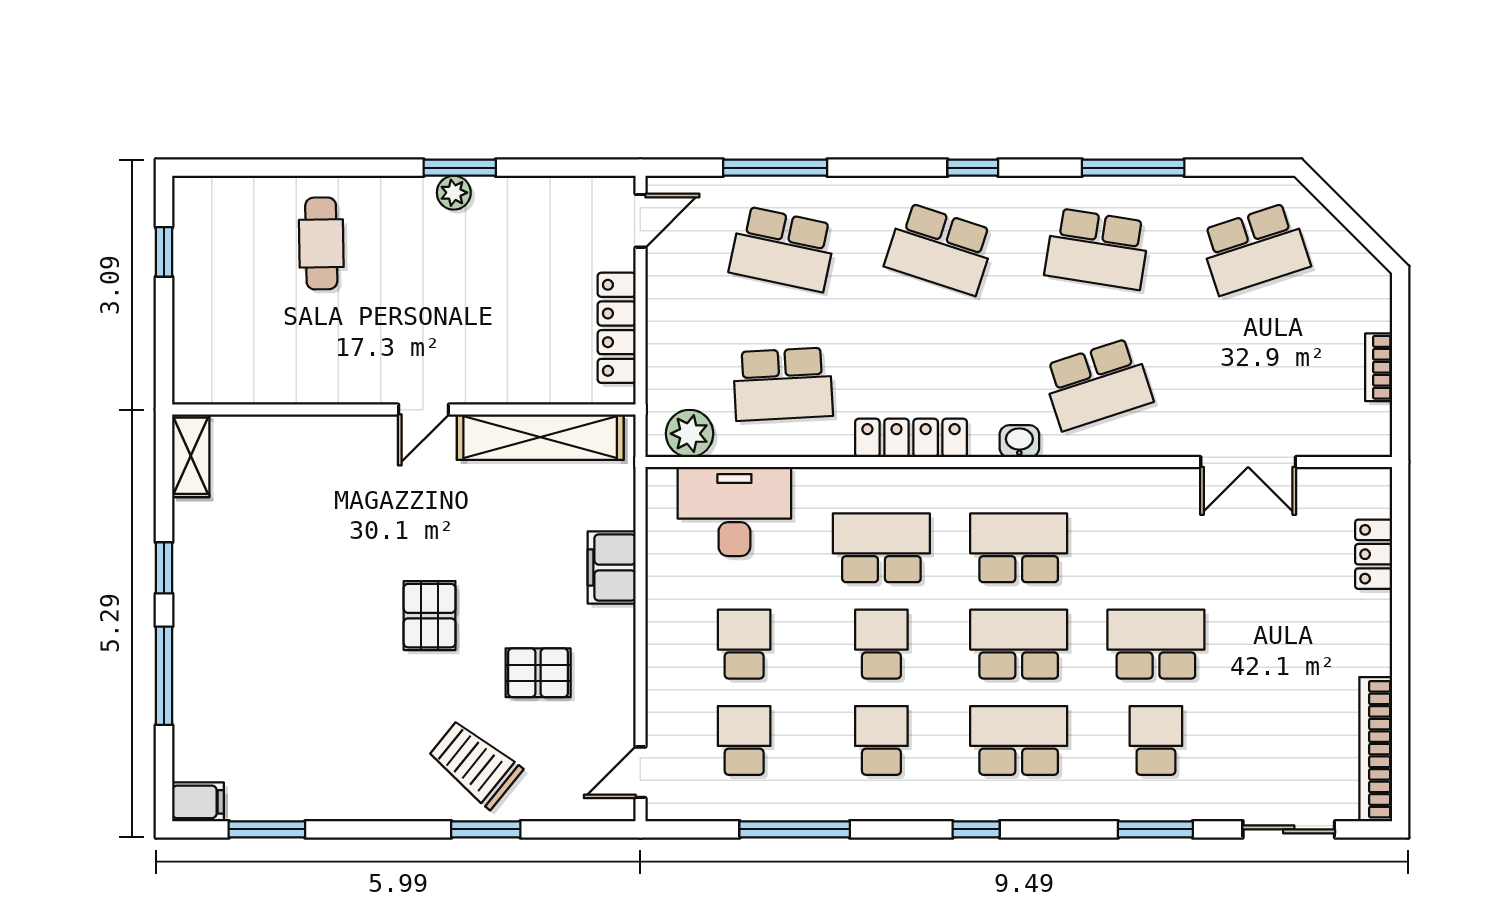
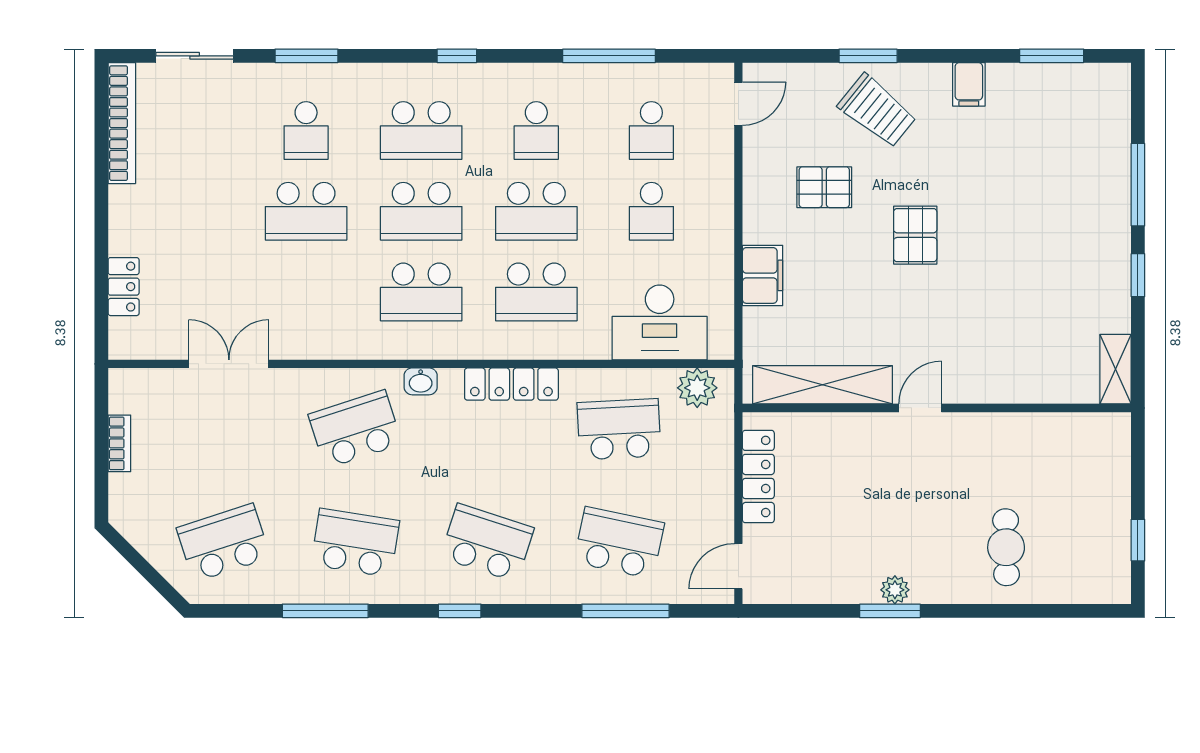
school desk: (881, 644) -> (536, 211), width x1.85
filing cabinet: (198, 802) -> (969, 84), moved, turned -90

